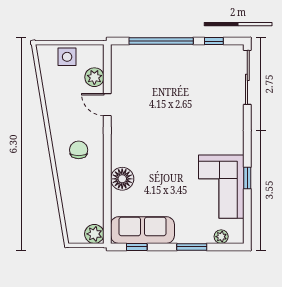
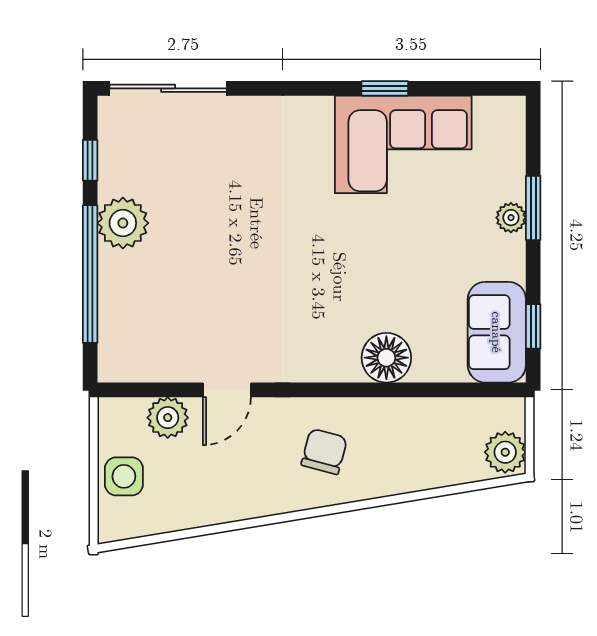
plant: (185, 56) -> (123, 223), added
chair: (79, 150) -> (324, 452), turned 105
sofa: (143, 230) -> (497, 332), width x0.73
plant: (94, 234) -> (505, 452), moved
plant: (221, 237) -> (511, 218), moved

